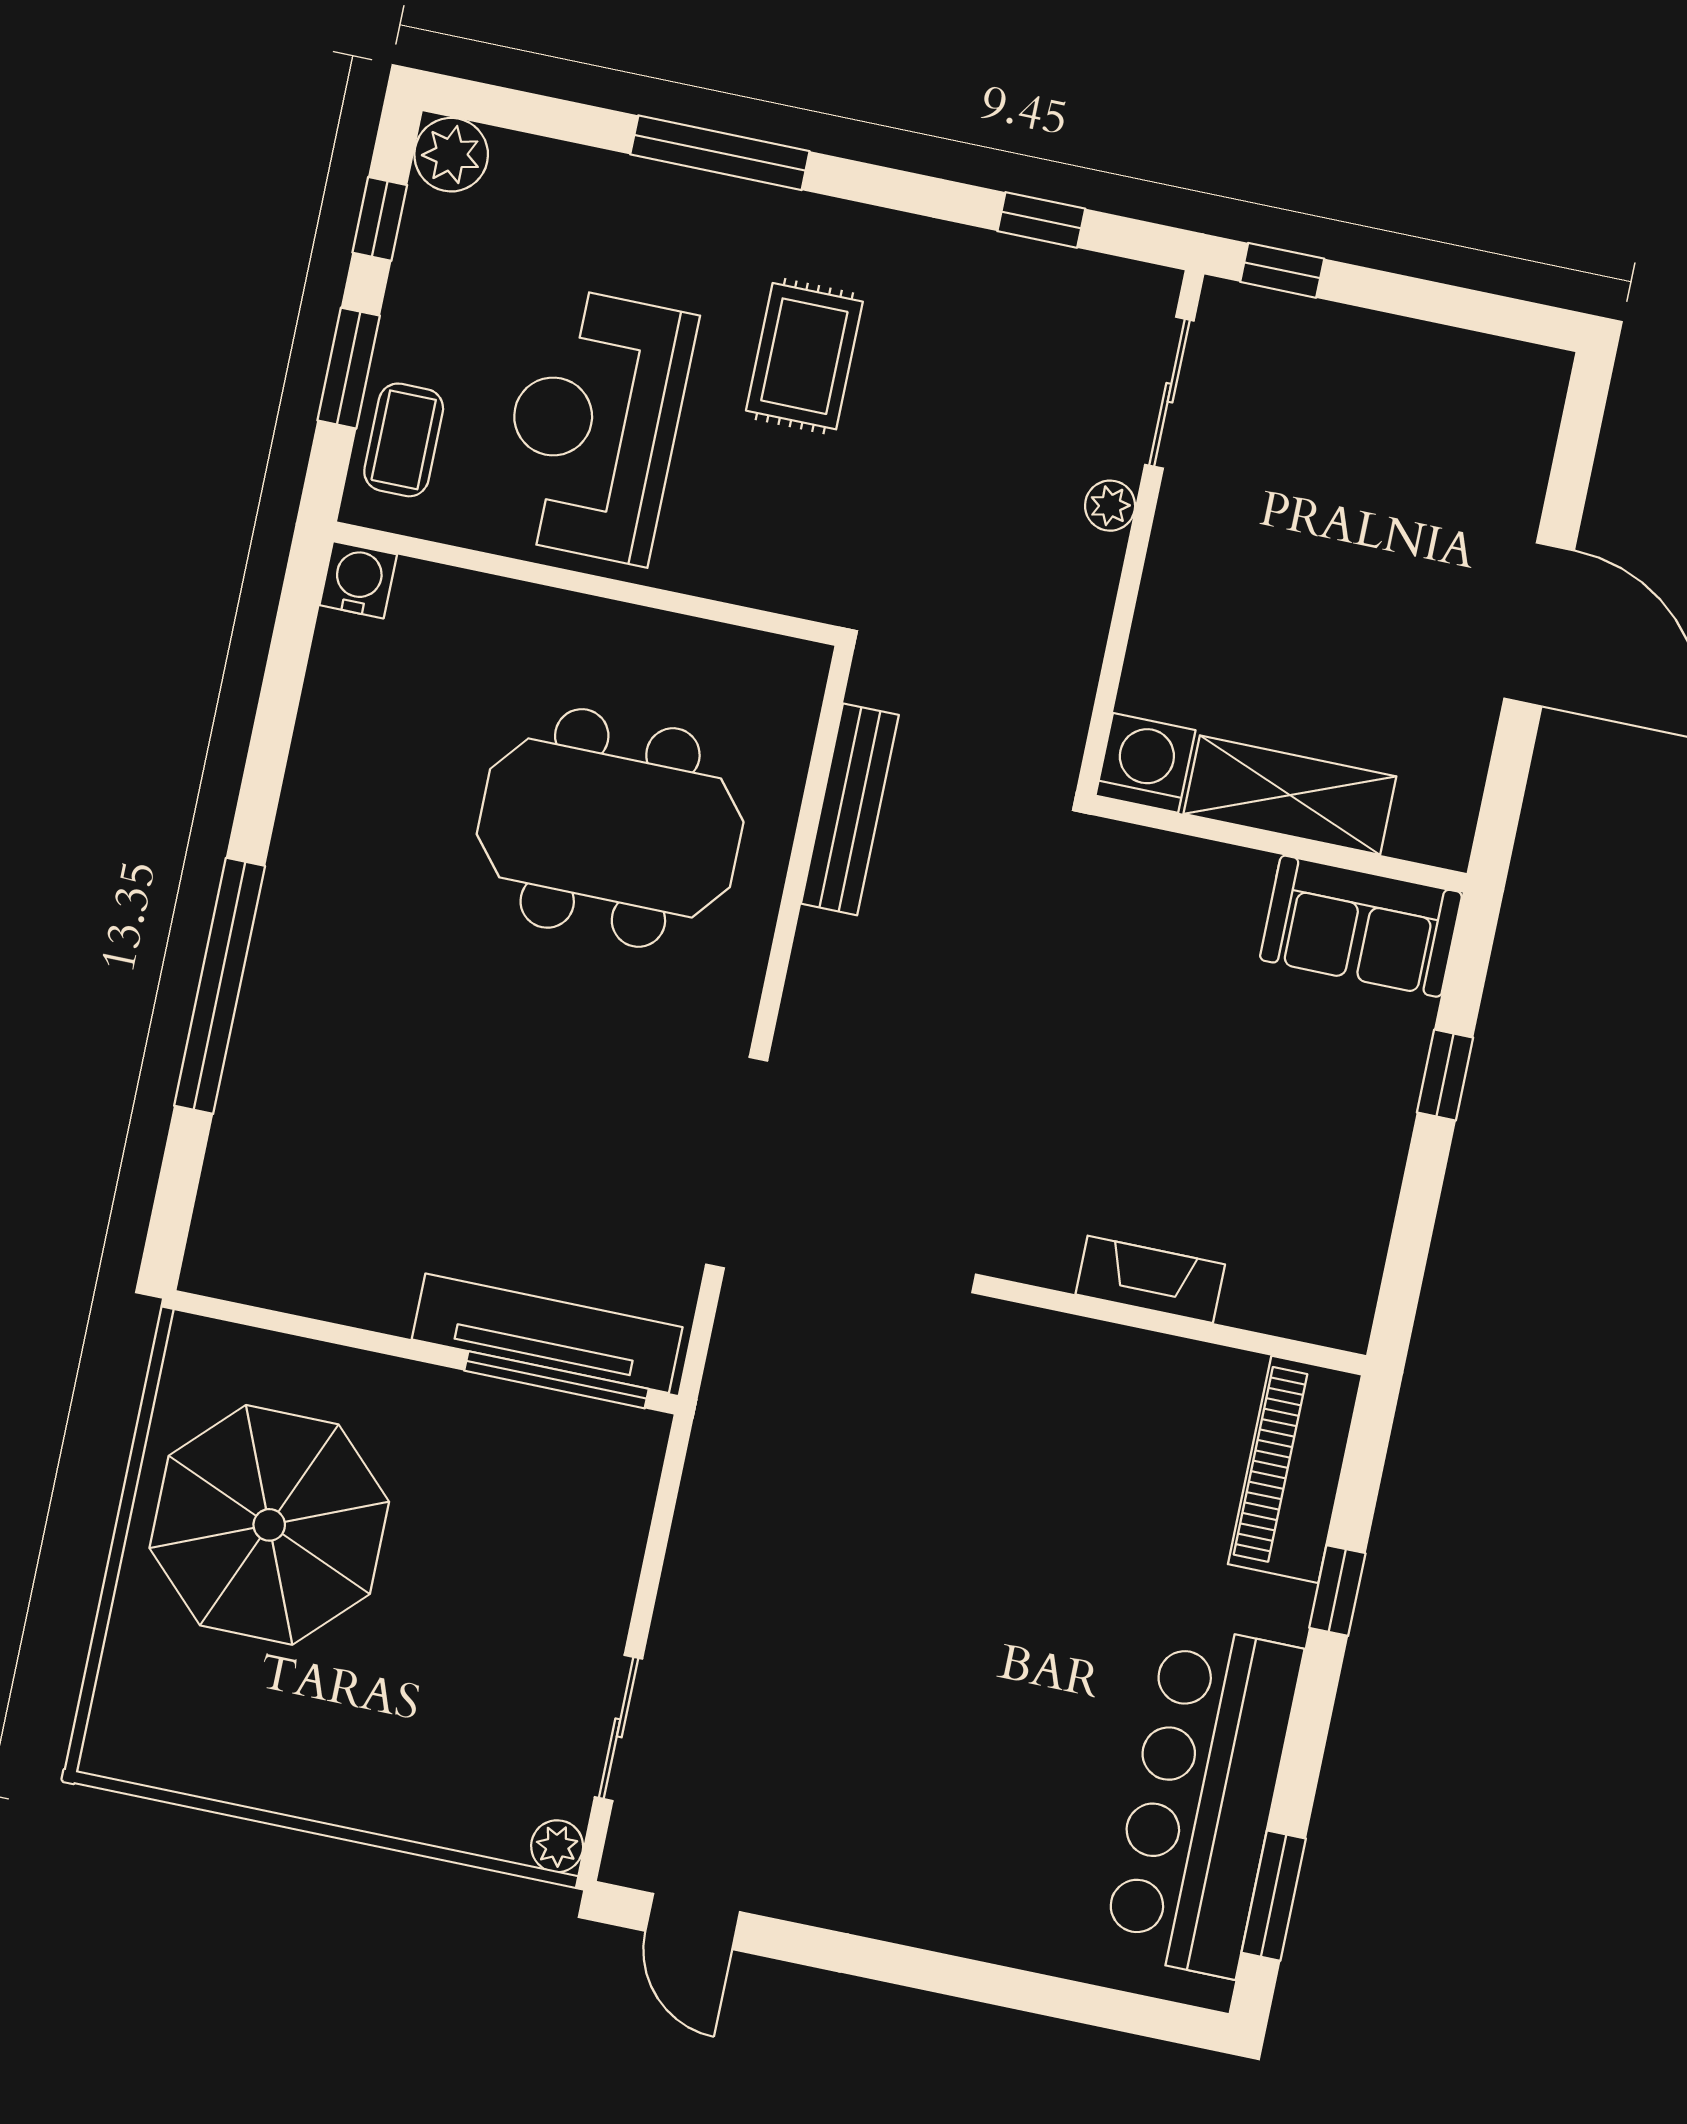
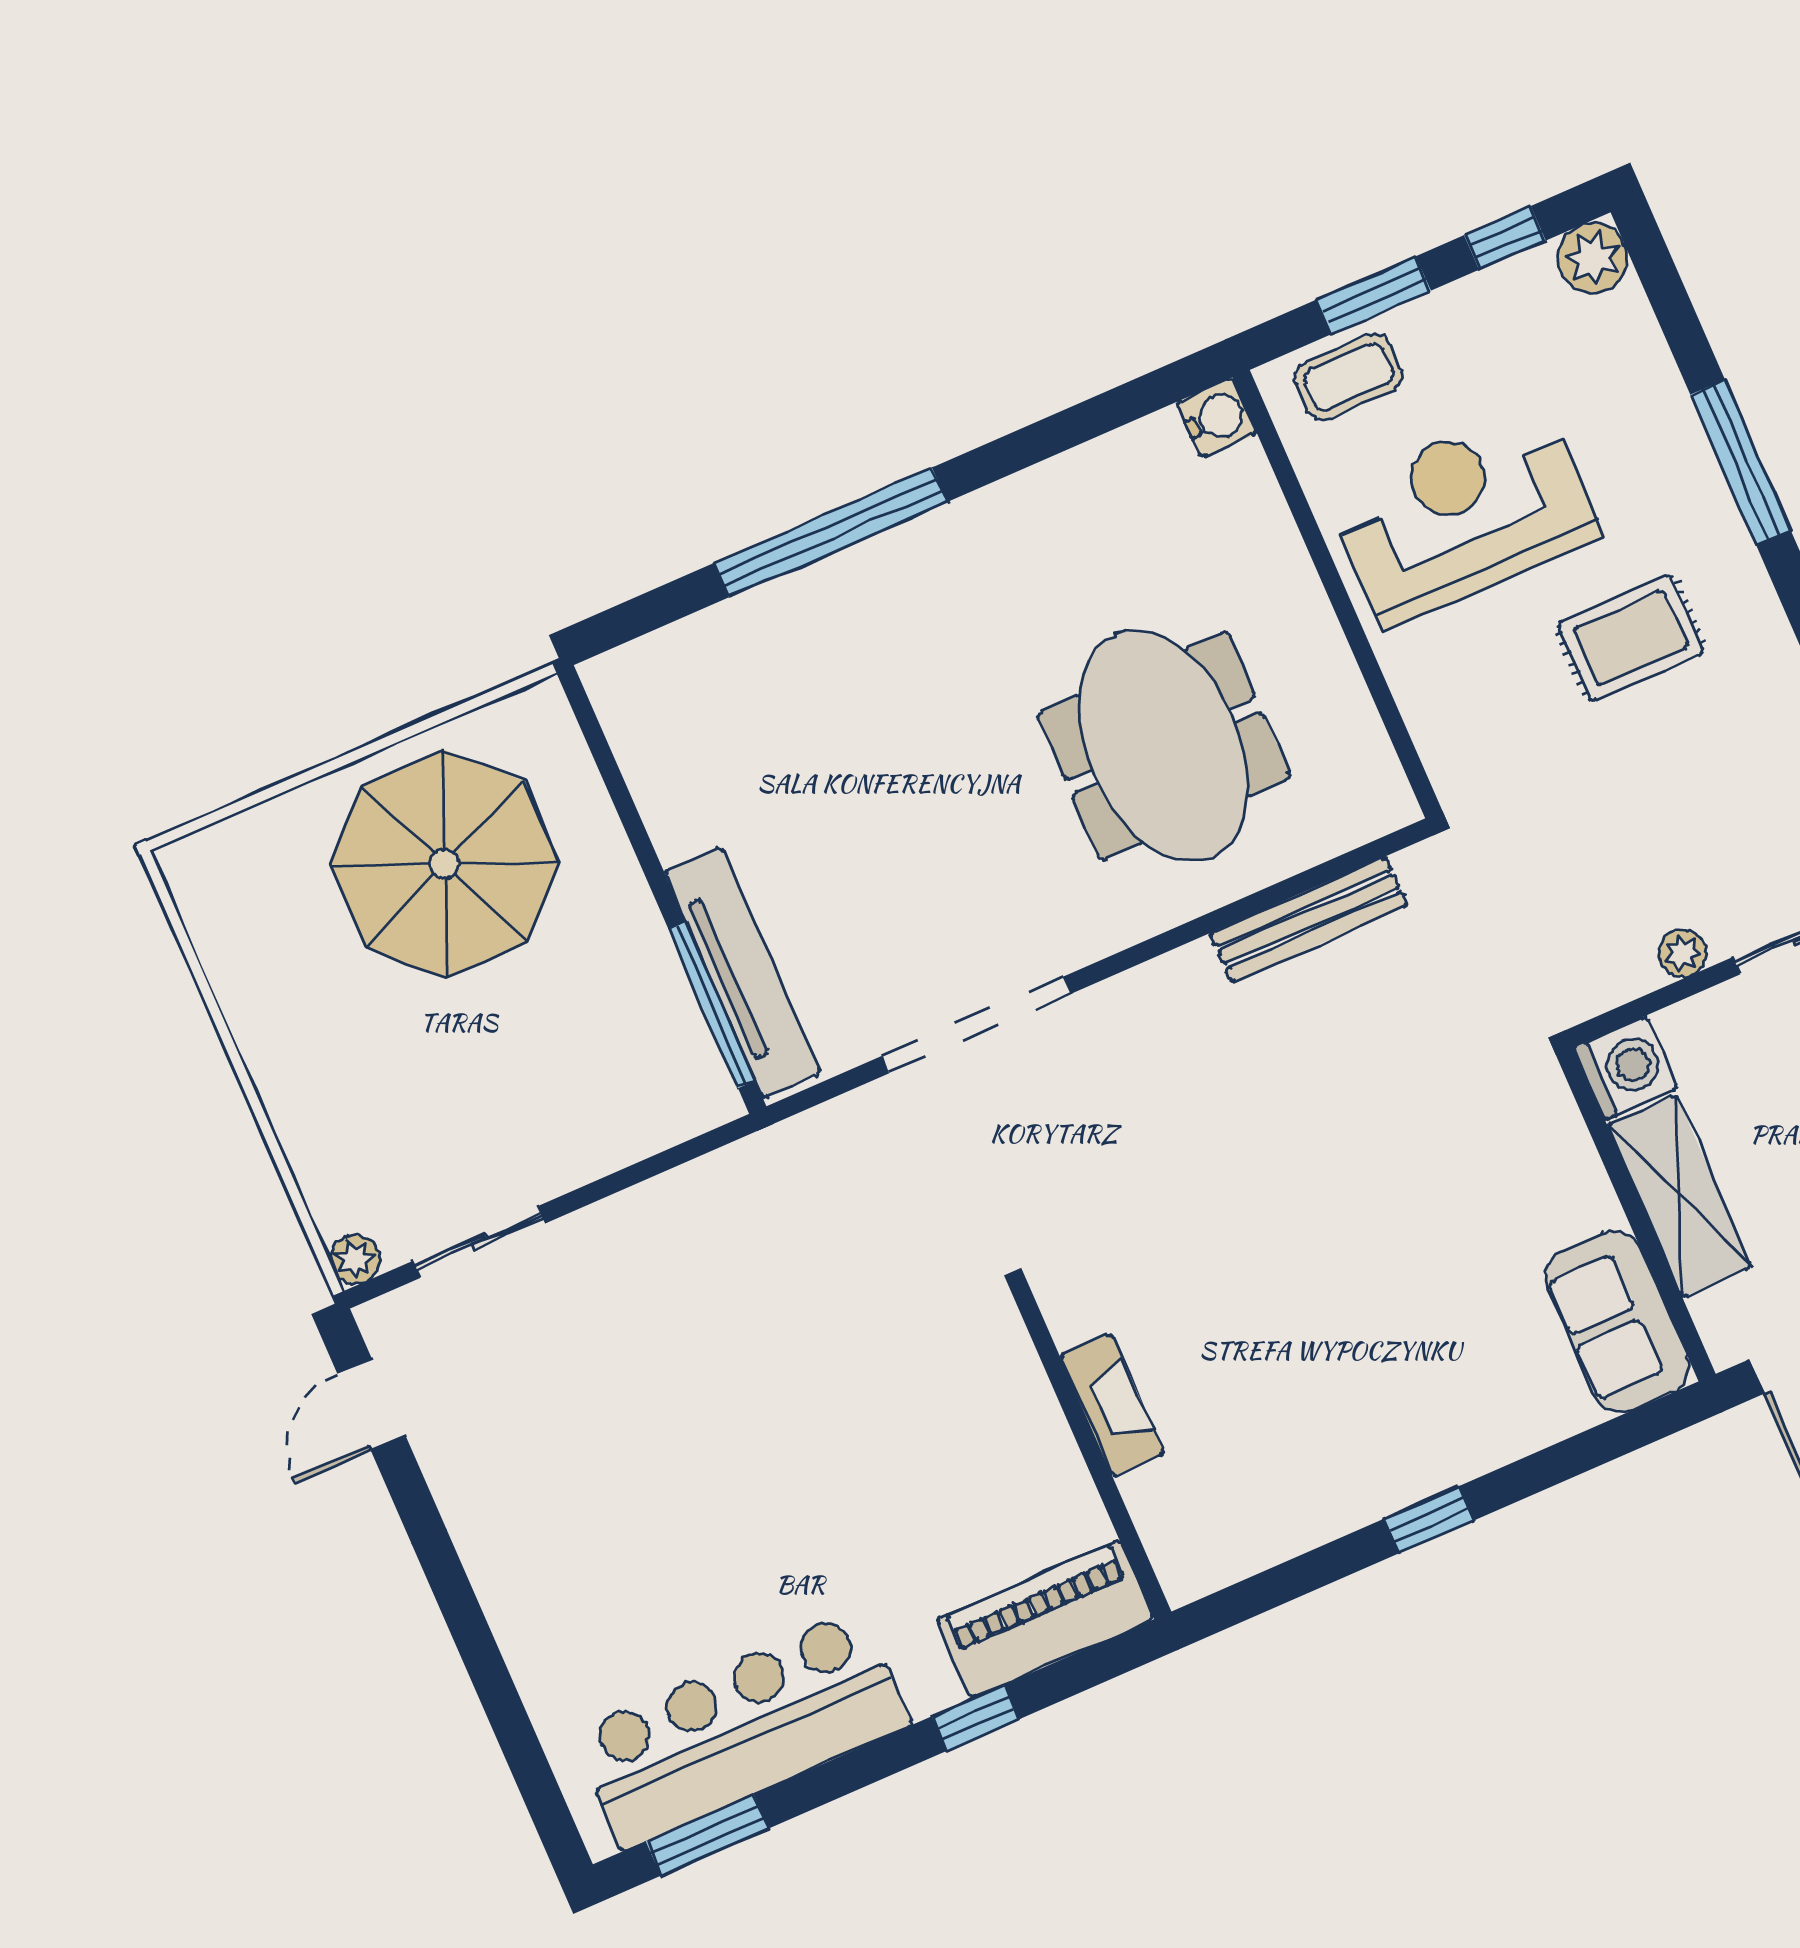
washing machine: (1146, 763) -> (1625, 1068), moved
shelving: (1290, 795) -> (1679, 1196), moved
wall: (1279, 844) -> (1636, 1214), moved
sofa: (1361, 926) -> (1617, 1322), moved

